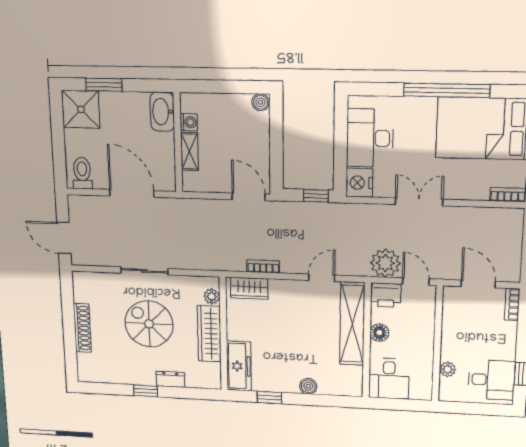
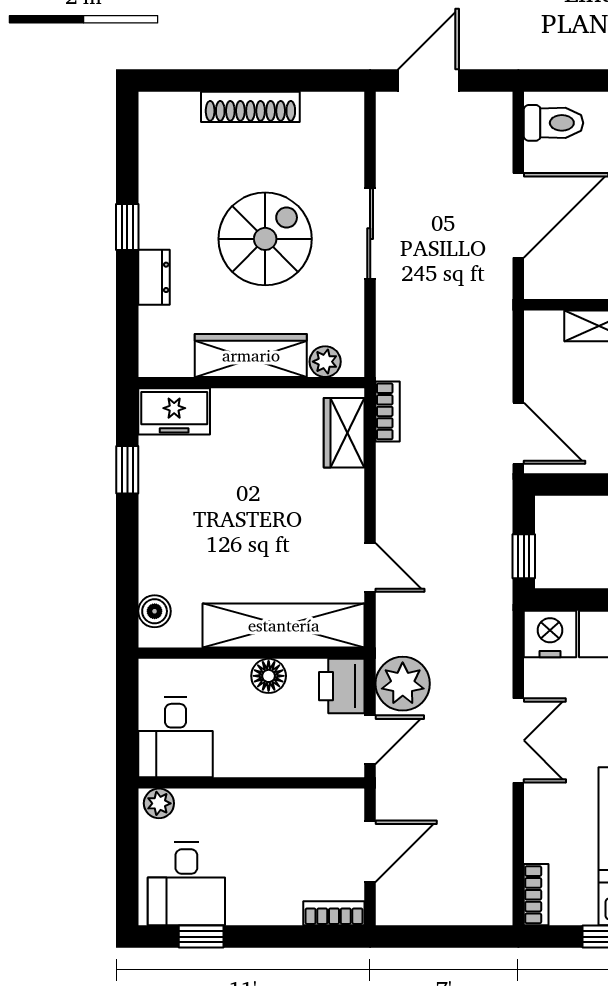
door: (249, 197) -> (518, 433), hinge flipped
bookcase: (263, 266) -> (388, 411), moved
freezer: (239, 366) -> (174, 411), width x0.71
plant: (448, 369) -> (159, 803), moved
desk: (389, 379) -> (175, 737), moved, turned -90
boiler: (308, 386) -> (155, 611), moved

